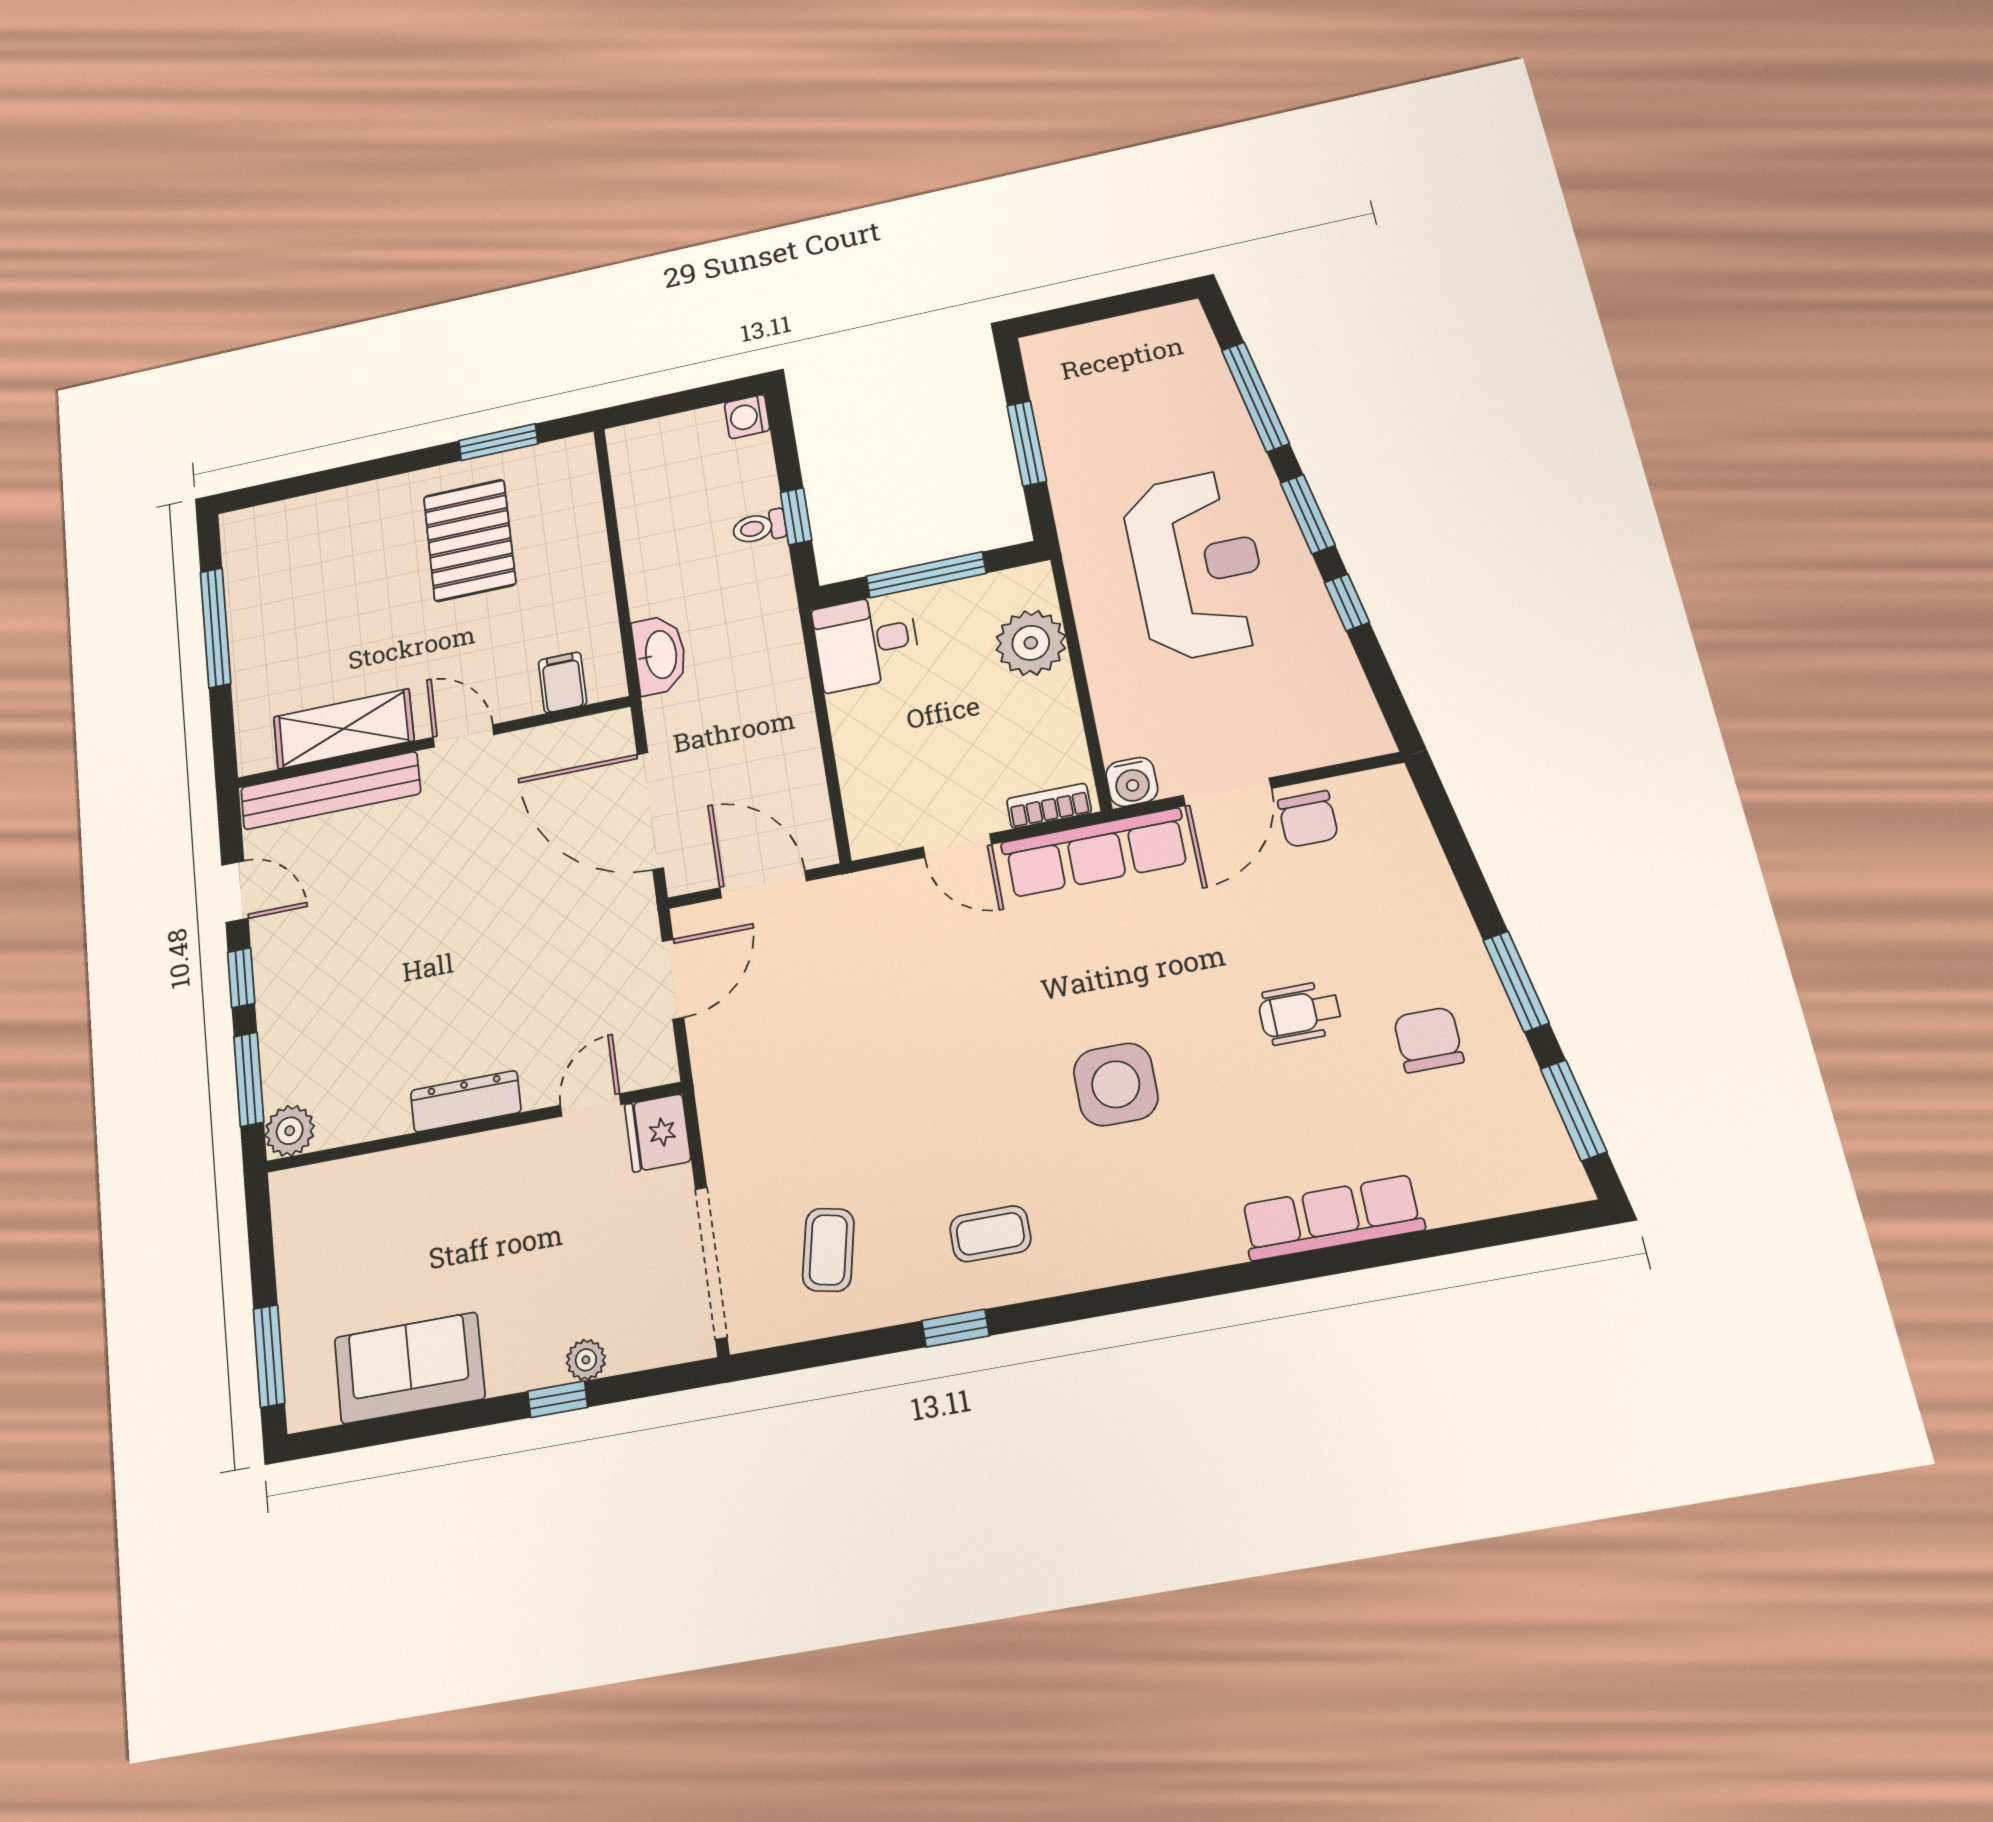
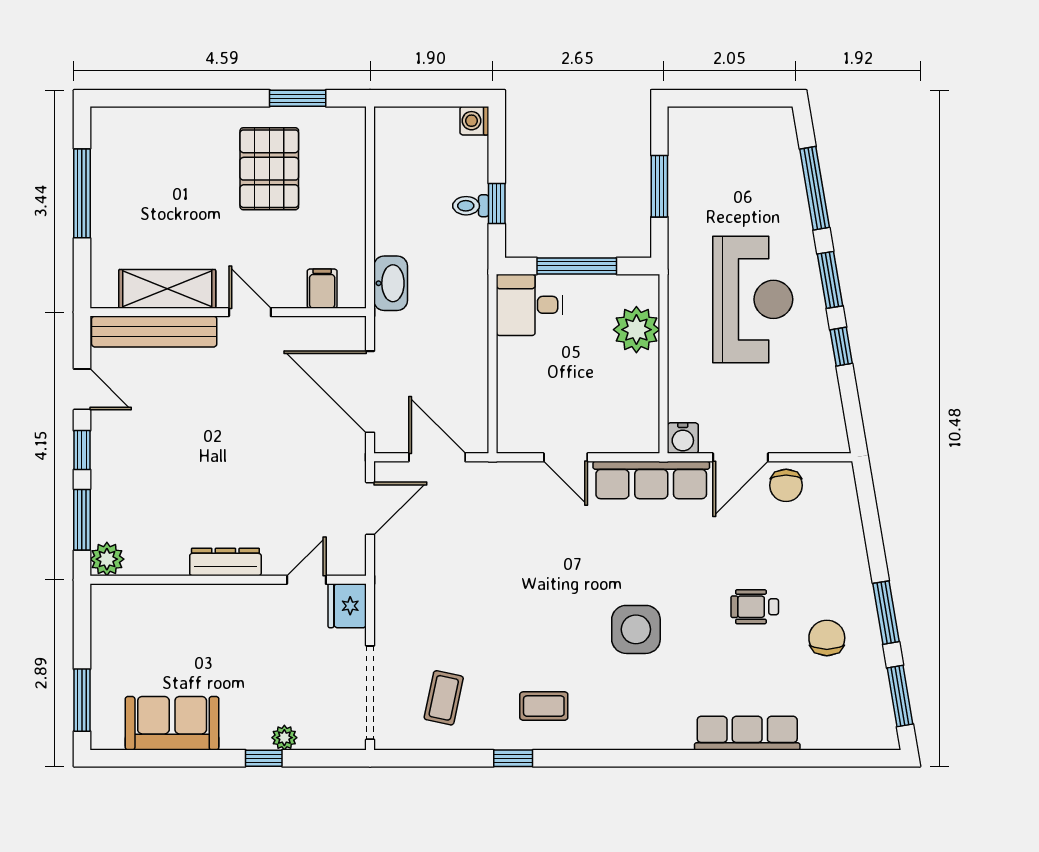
bookcase: (1049, 806) -> (628, 443), removed

